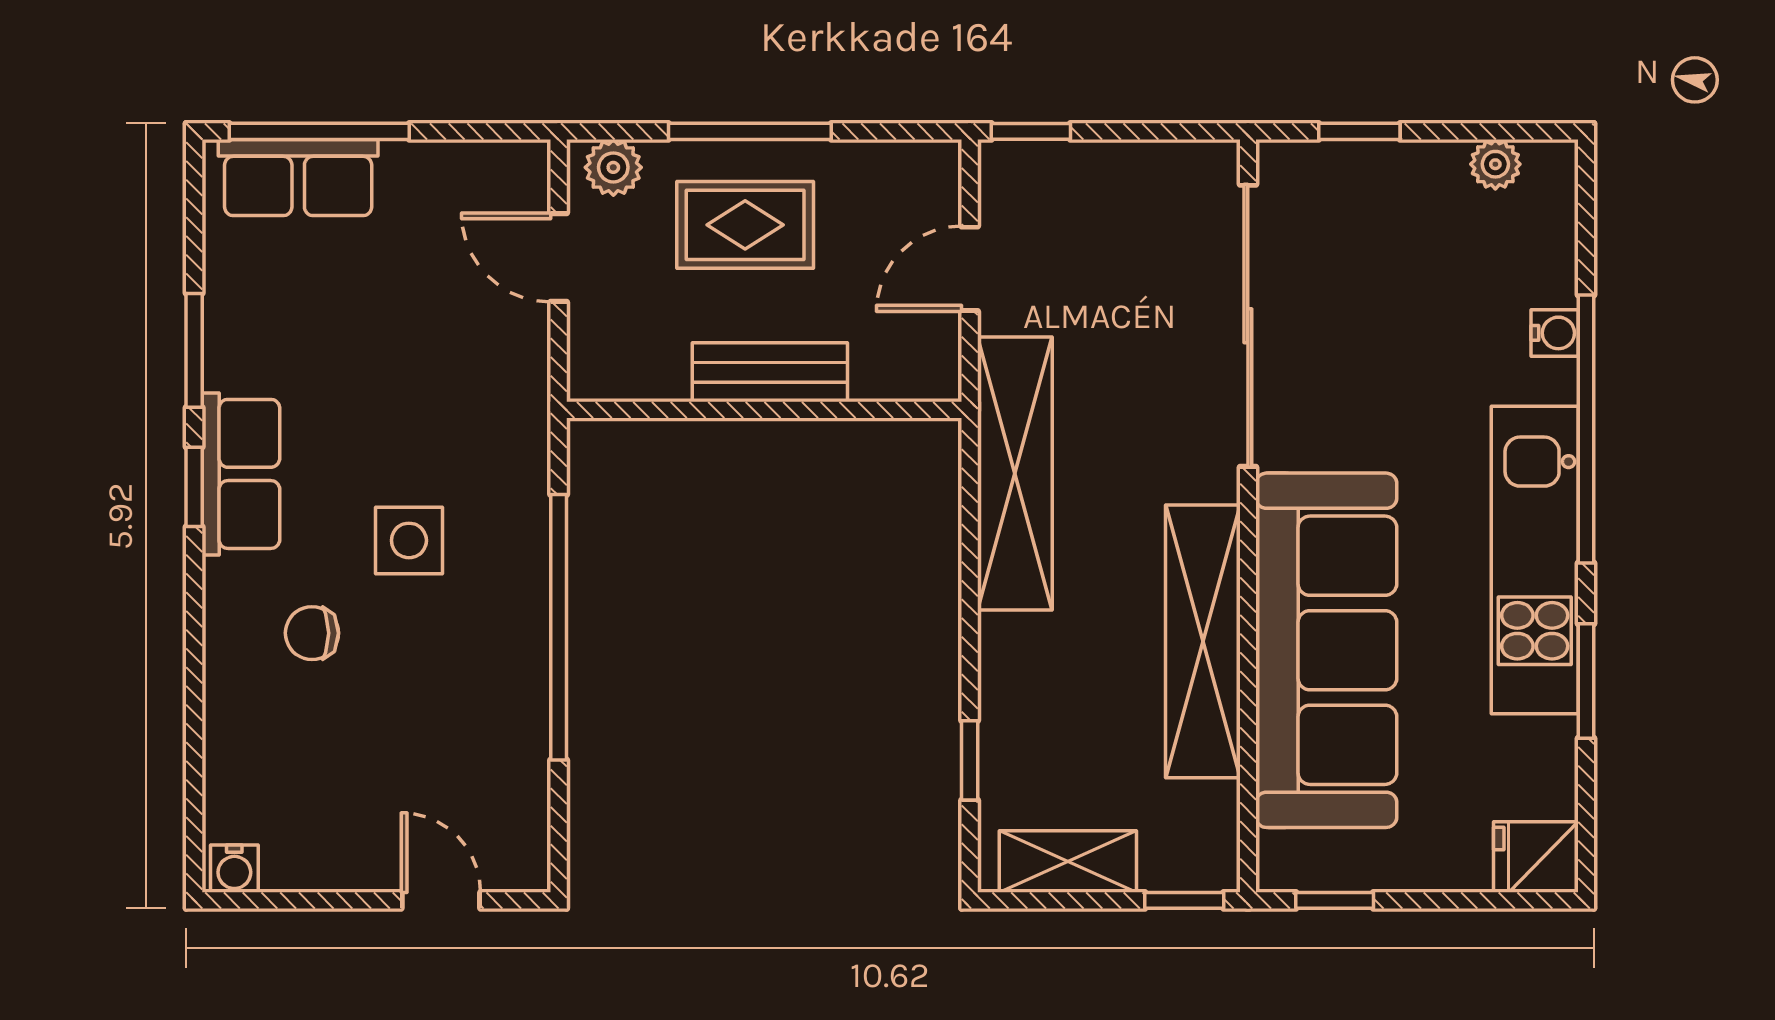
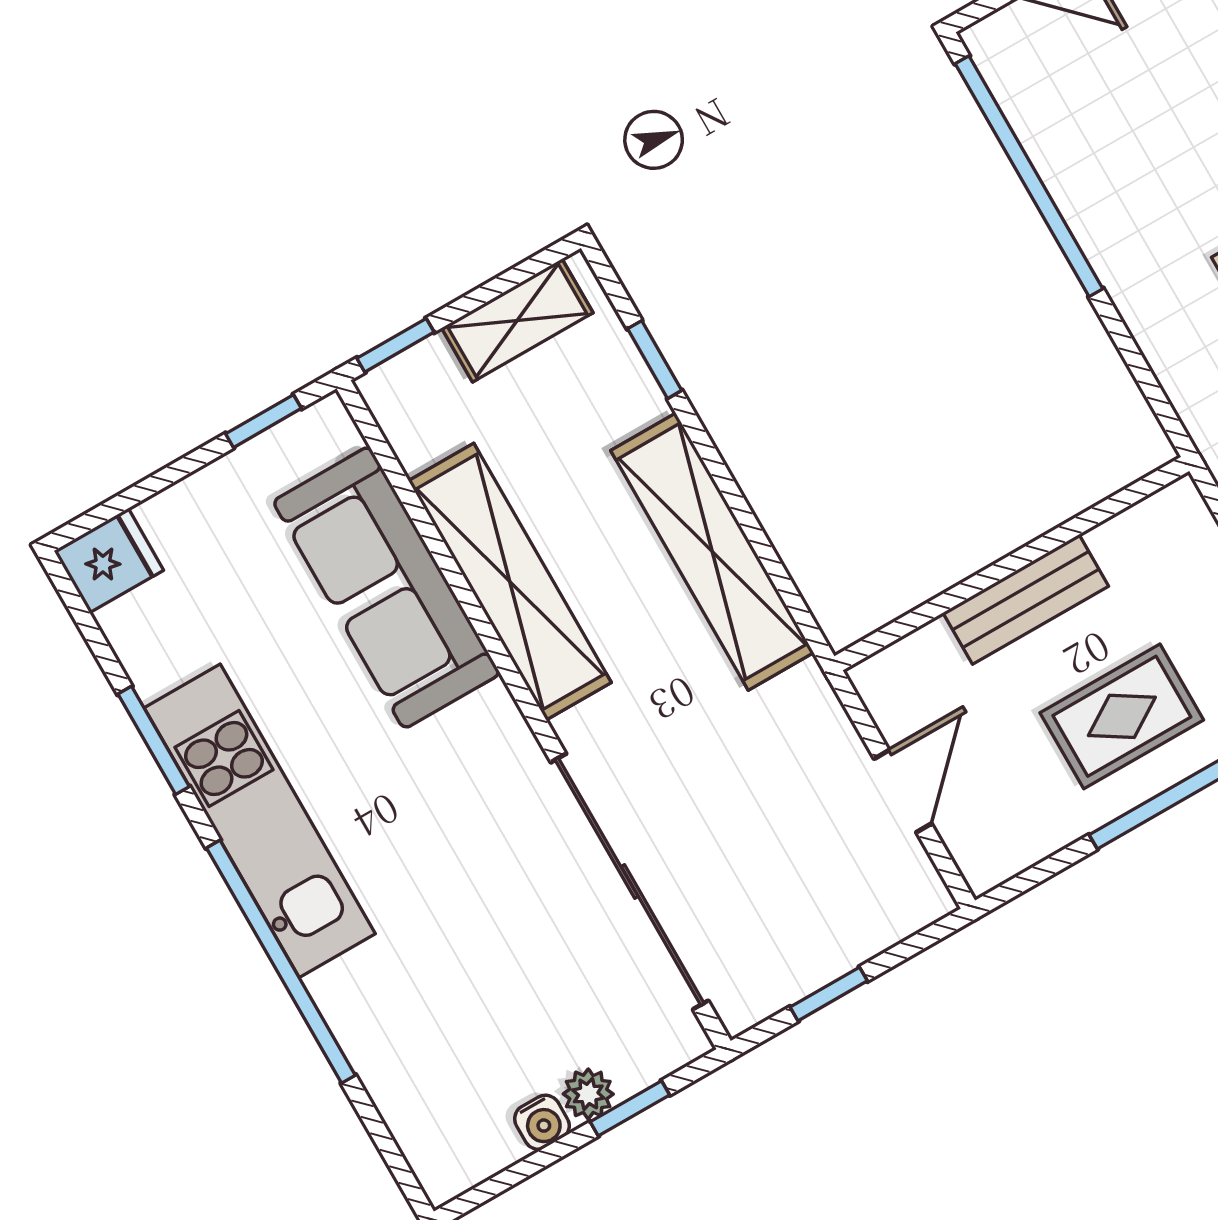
window: (1031, 131) -> (829, 994), moved
plant: (1495, 164) -> (588, 1094), moved
water cooler: (1555, 333) -> (542, 1122), moved, turned -90
shelving: (1015, 473) -> (712, 552), moved
window: (559, 627) -> (1029, 176), moved
sofa: (1326, 650) -> (387, 588), width x0.74, depth x0.79

